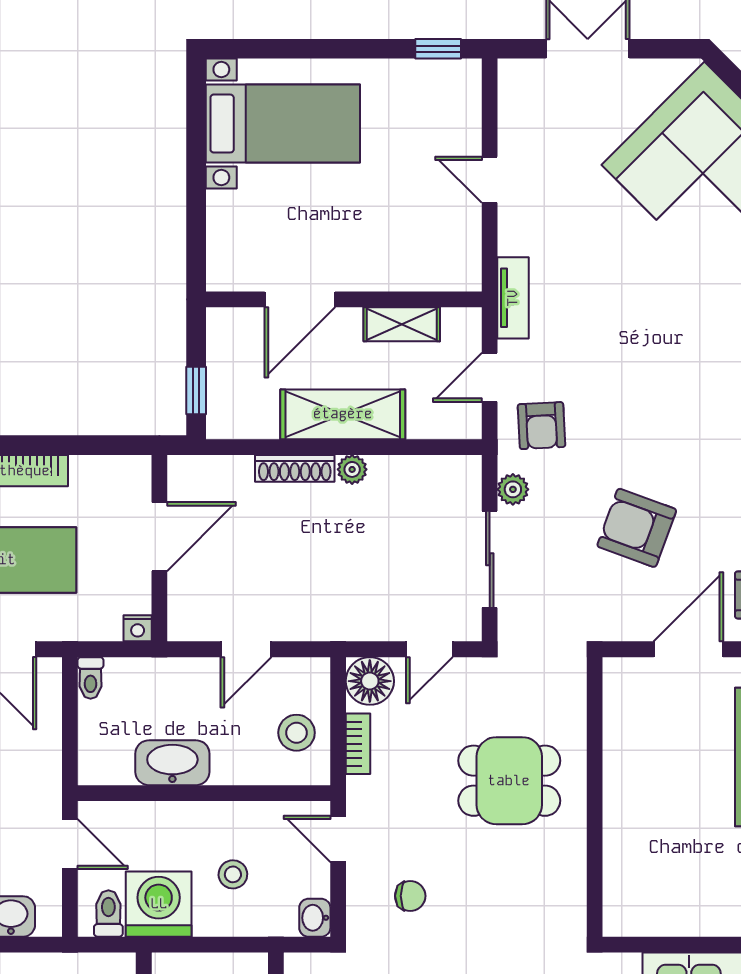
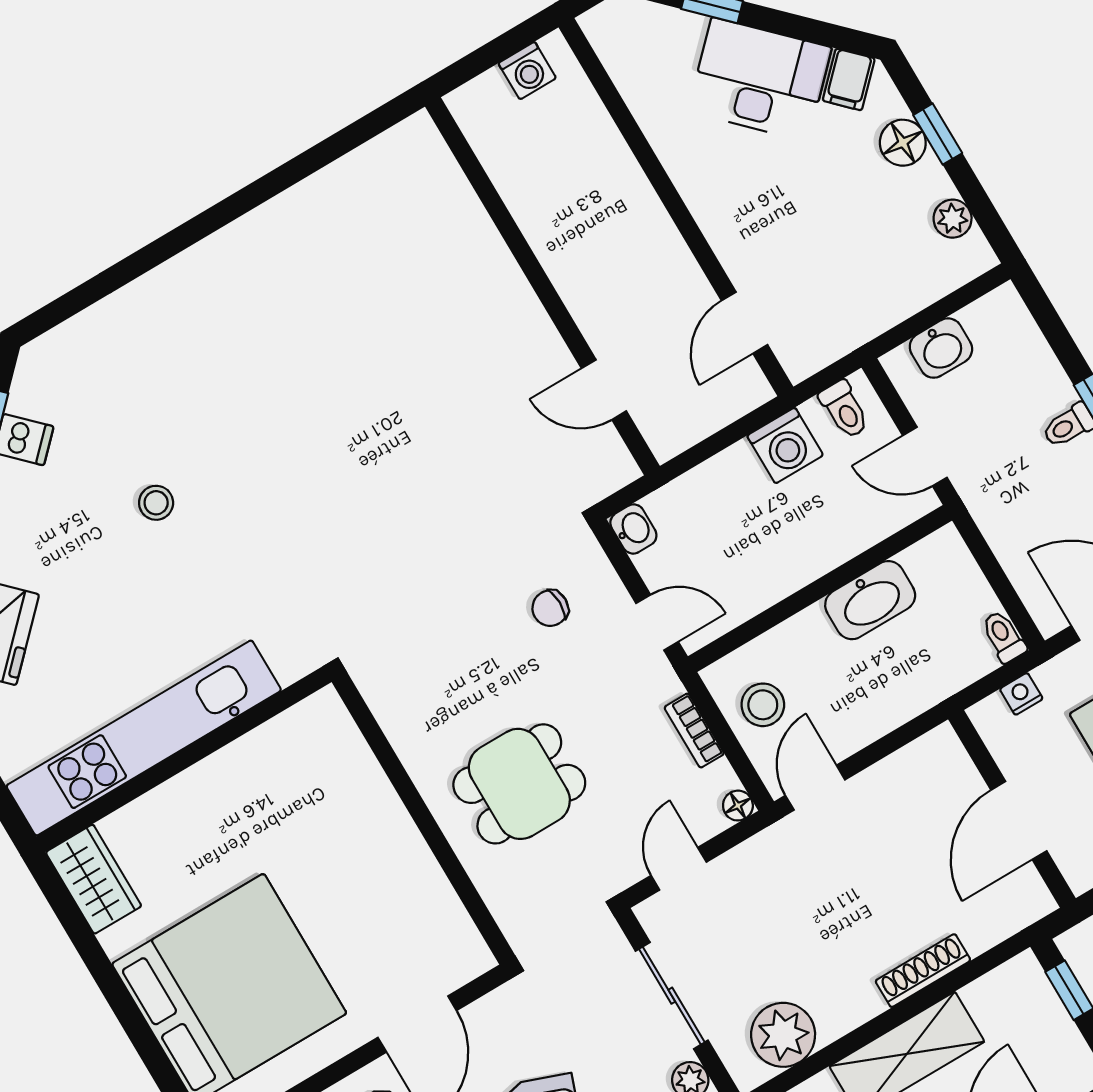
plant: (352, 469) -> (783, 1035), moved, width x1.87, depth x1.87
nightstand: (138, 628) -> (1021, 694), moved
door: (246, 649) -> (815, 788), moved
floor lamp: (370, 681) -> (738, 806), width x0.53, depth x0.53
stool: (233, 874) -> (742, 524), removed
washing machine: (159, 904) -> (785, 445), width x0.73, depth x0.73

